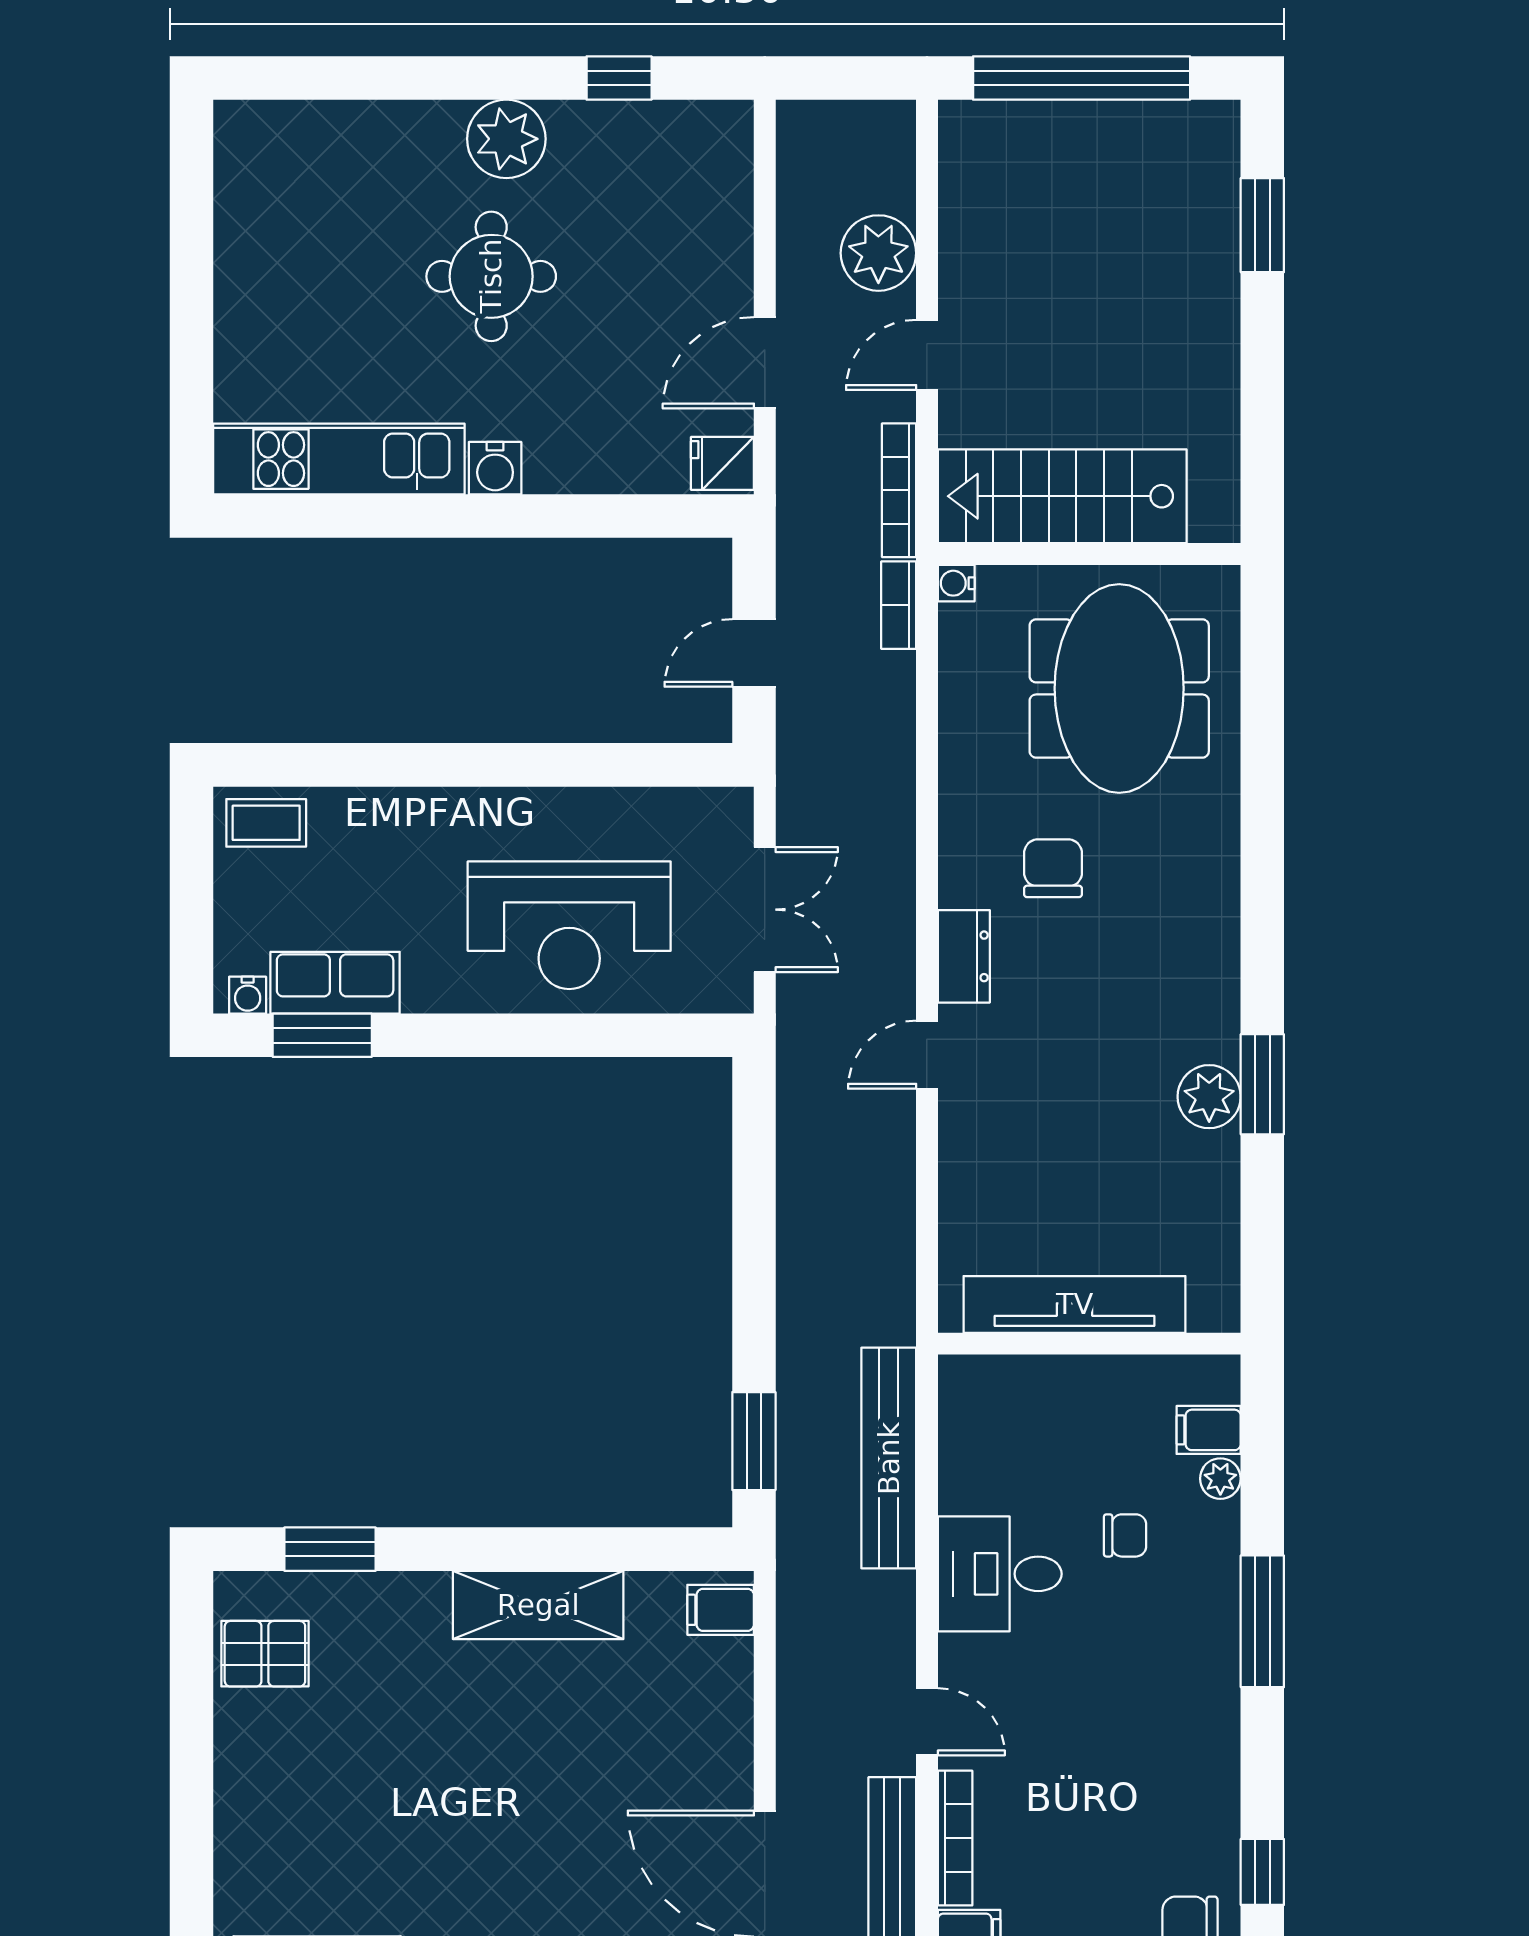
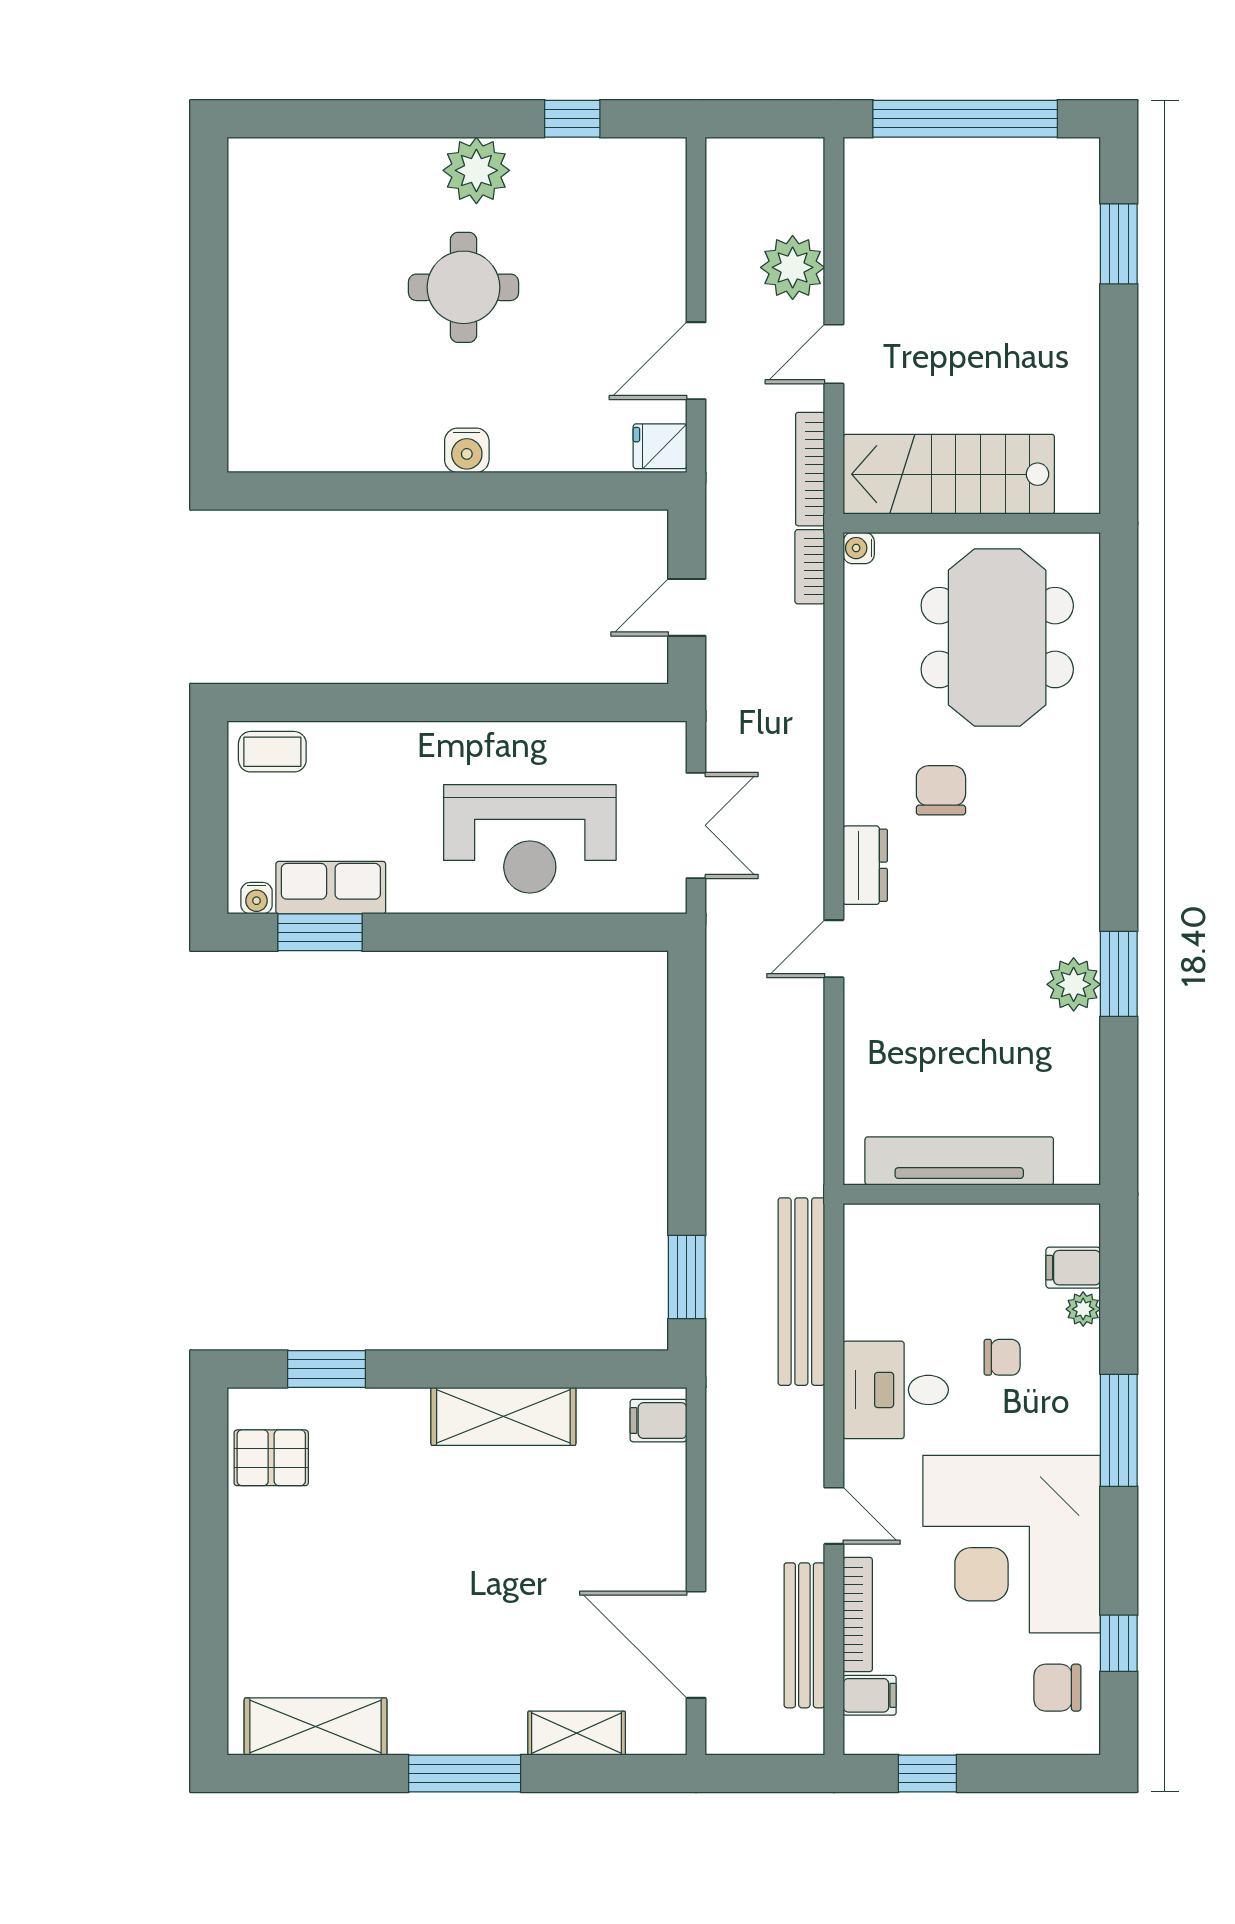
kitchen unit: (339, 459) -> (334, 443), removed
corner desk: (1136, 1755) -> (1012, 1544), added

